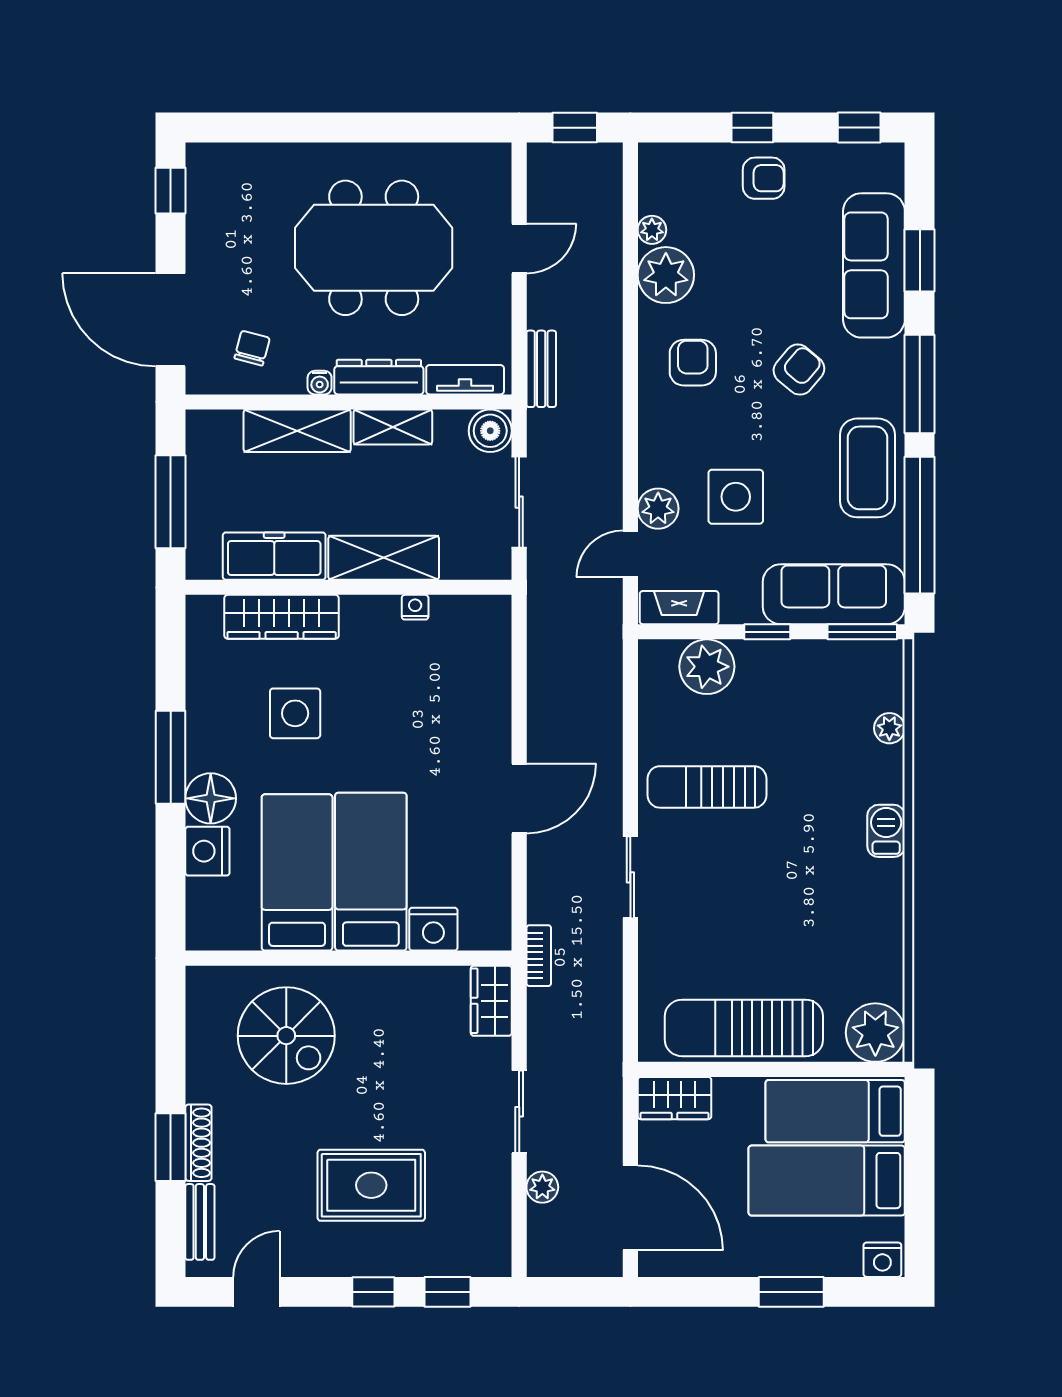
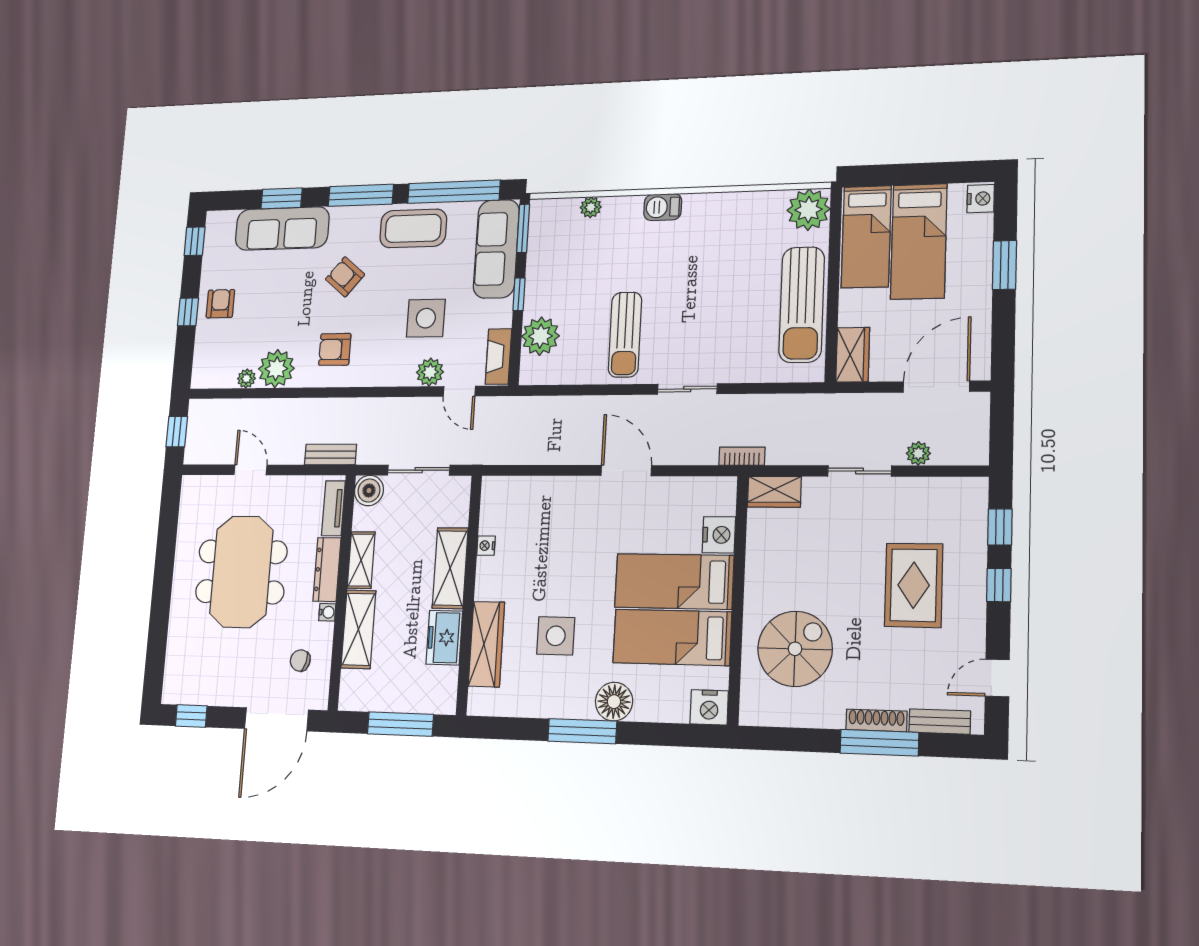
freezer: (274, 556) -> (444, 638), width x0.71
nightstand: (207, 851) -> (709, 707), moved
window: (171, 1147) -> (879, 743), width x1.44
door: (257, 1292) -> (997, 678), hinge flipped

